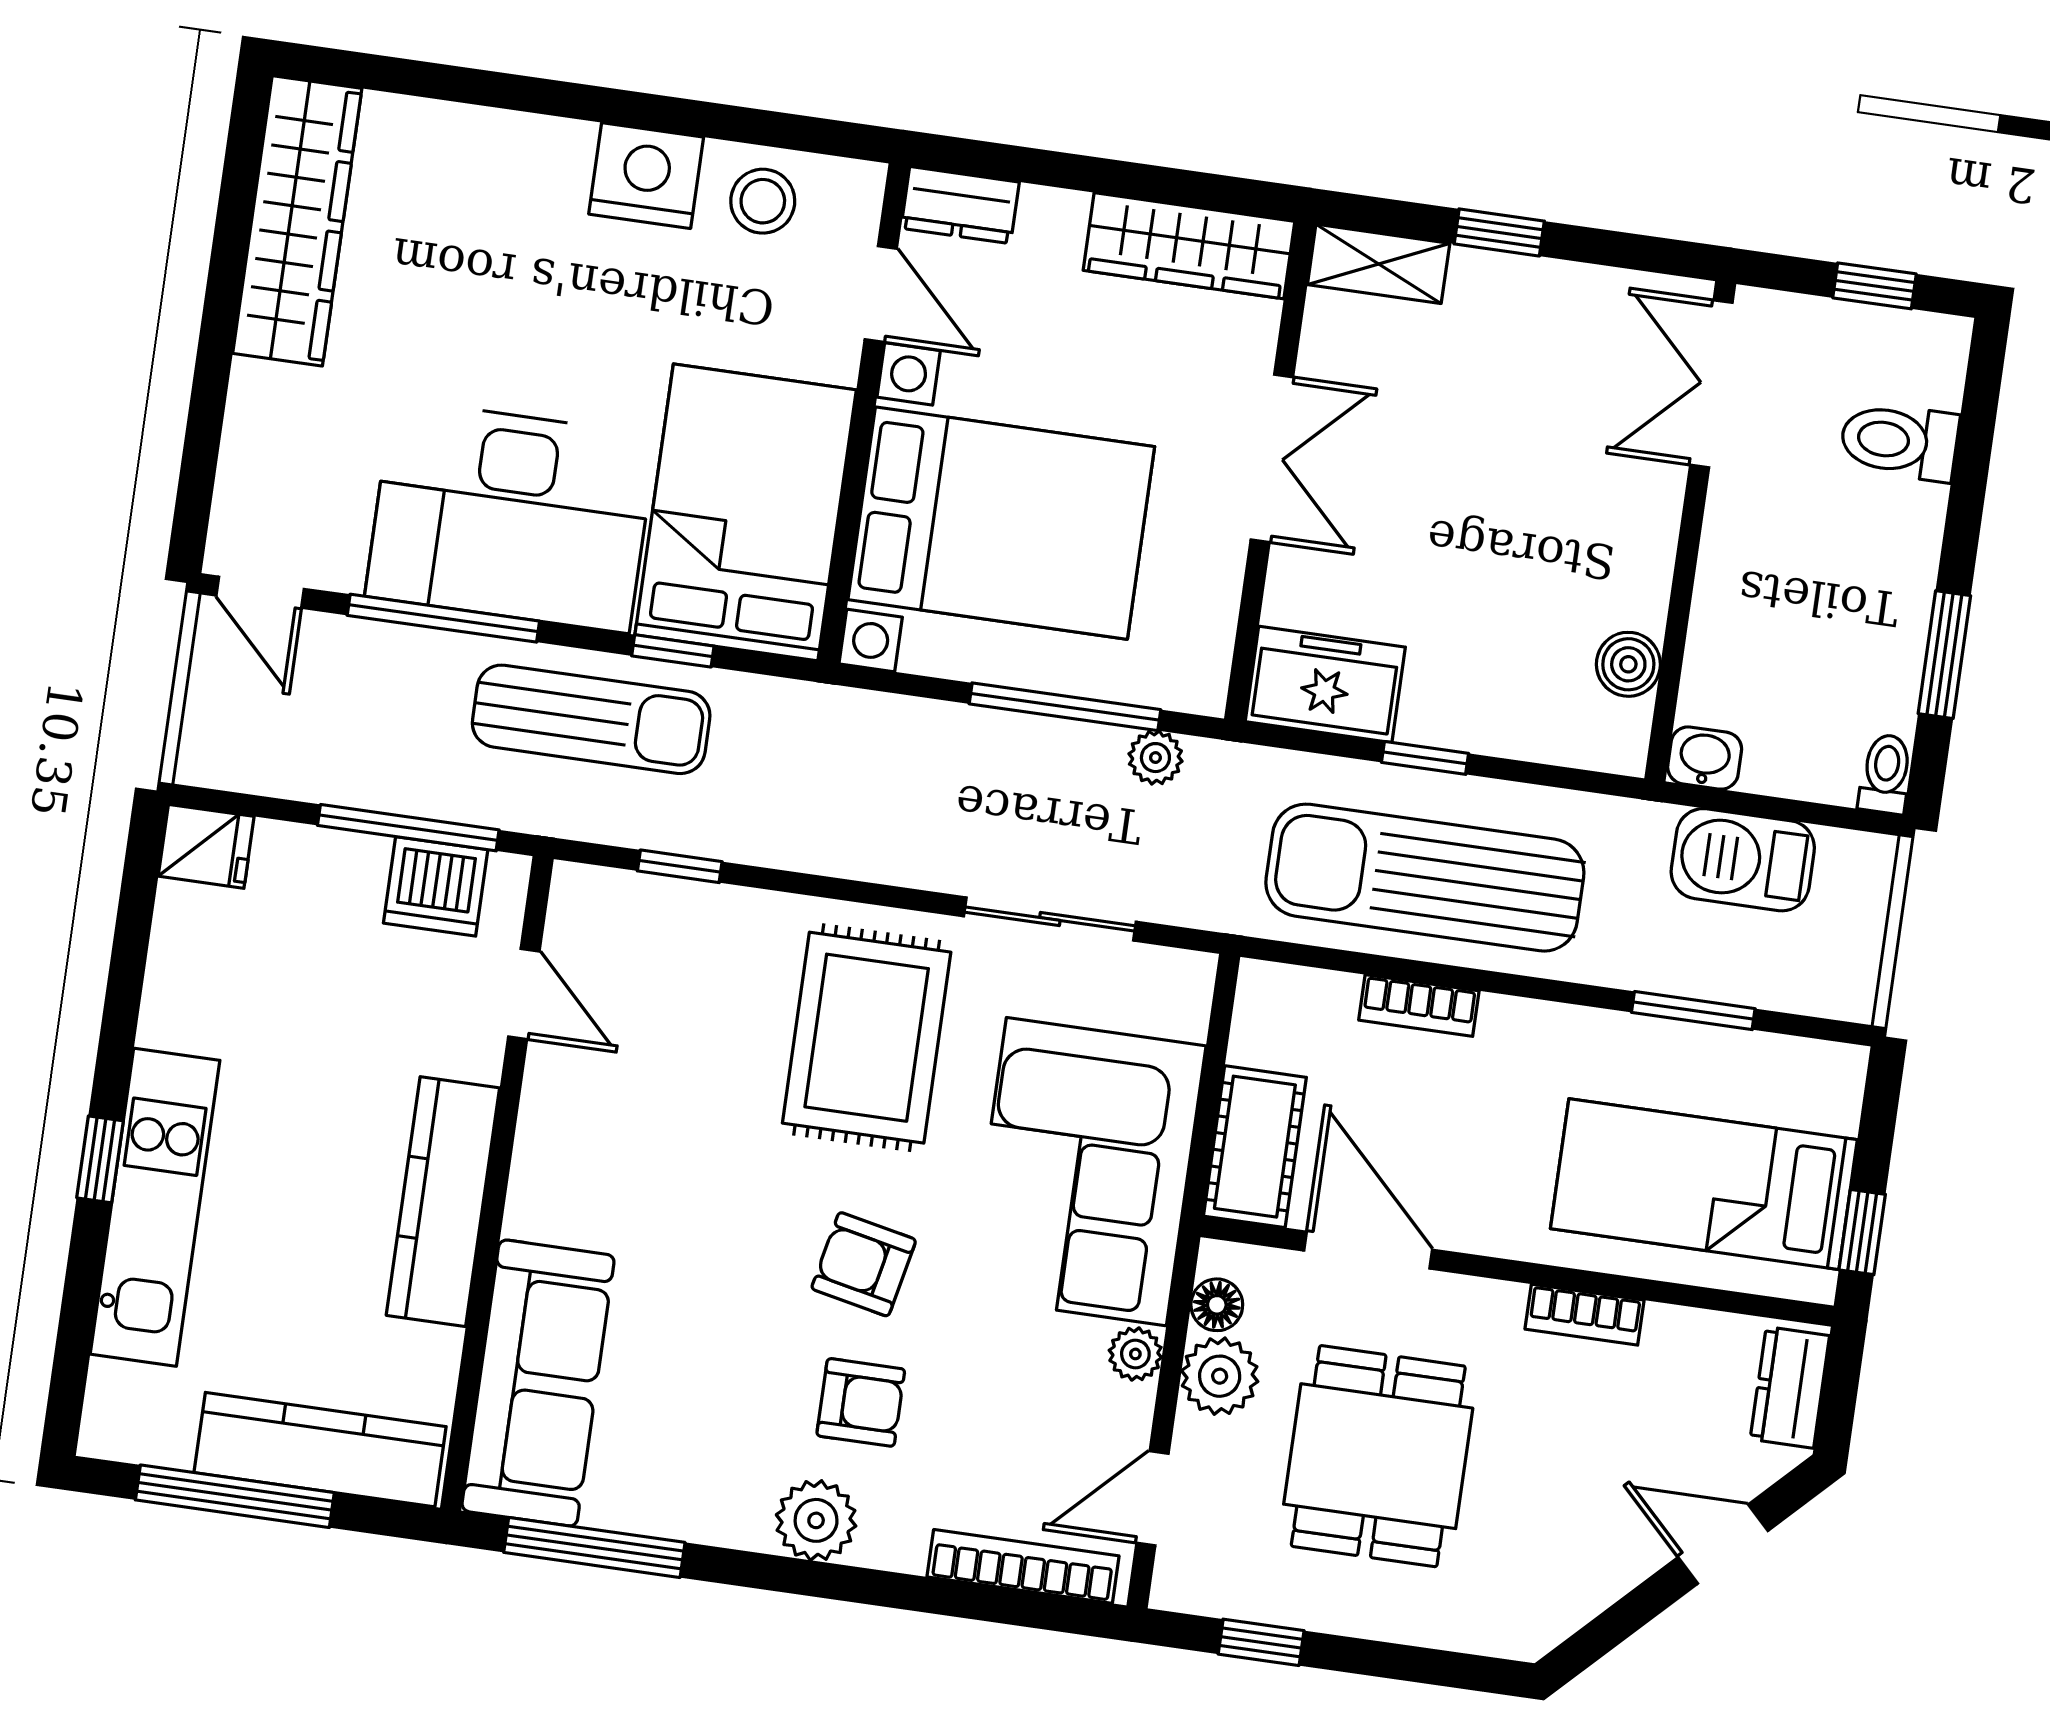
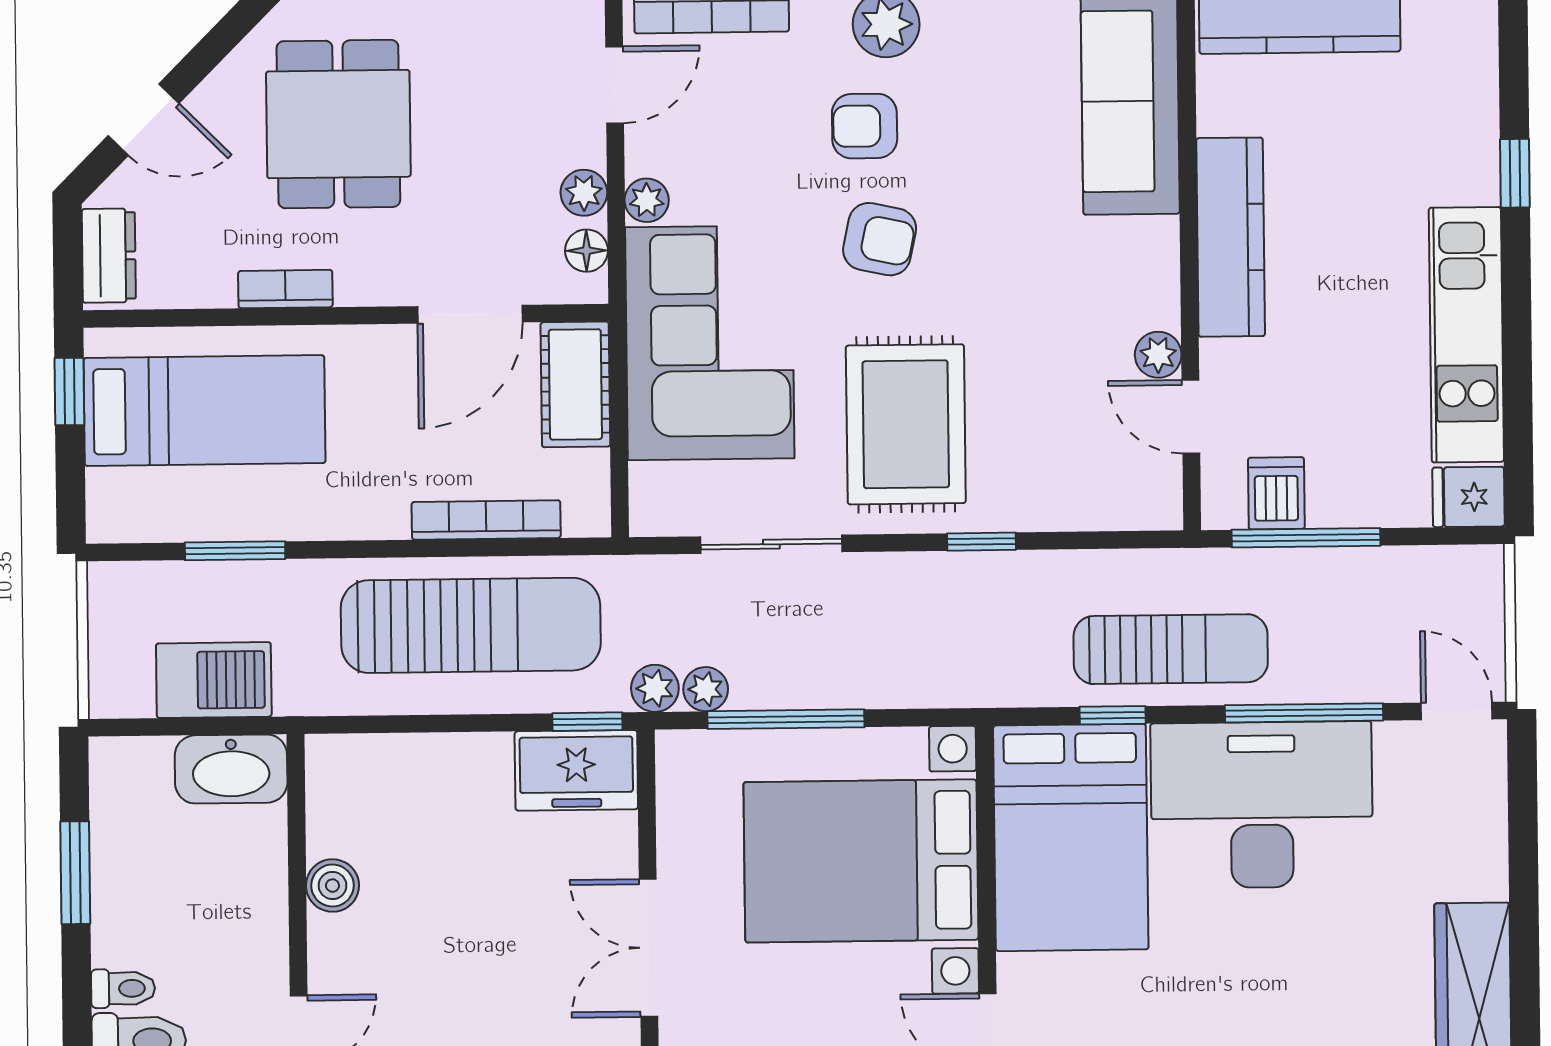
boiler: (1628, 664) -> (332, 886), moved
sun lounger: (591, 719) -> (1171, 649), turned 180
window: (1425, 758) -> (587, 722), moved
washbasin: (1705, 758) -> (231, 769), width x1.91, depth x1.45
plant: (1216, 768) -> (655, 688), added
toilet: (1886, 774) -> (123, 988), moved, turned -90
window: (680, 866) -> (981, 542), moved
dishwasher: (436, 886) -> (1276, 493), width x0.73
bookcase: (1419, 1005) -> (486, 520), width x1.56
plant: (552, 1074) -> (1158, 355), added
window: (100, 1159) -> (1515, 173), moved
kitchen unit: (155, 1207) -> (1466, 335), moved
door: (1368, 1250) -> (470, 314), hinge flipped
plant: (1220, 1376) -> (584, 193), width x0.73, depth x0.73
dining table: (1378, 1456) -> (338, 124), moved

